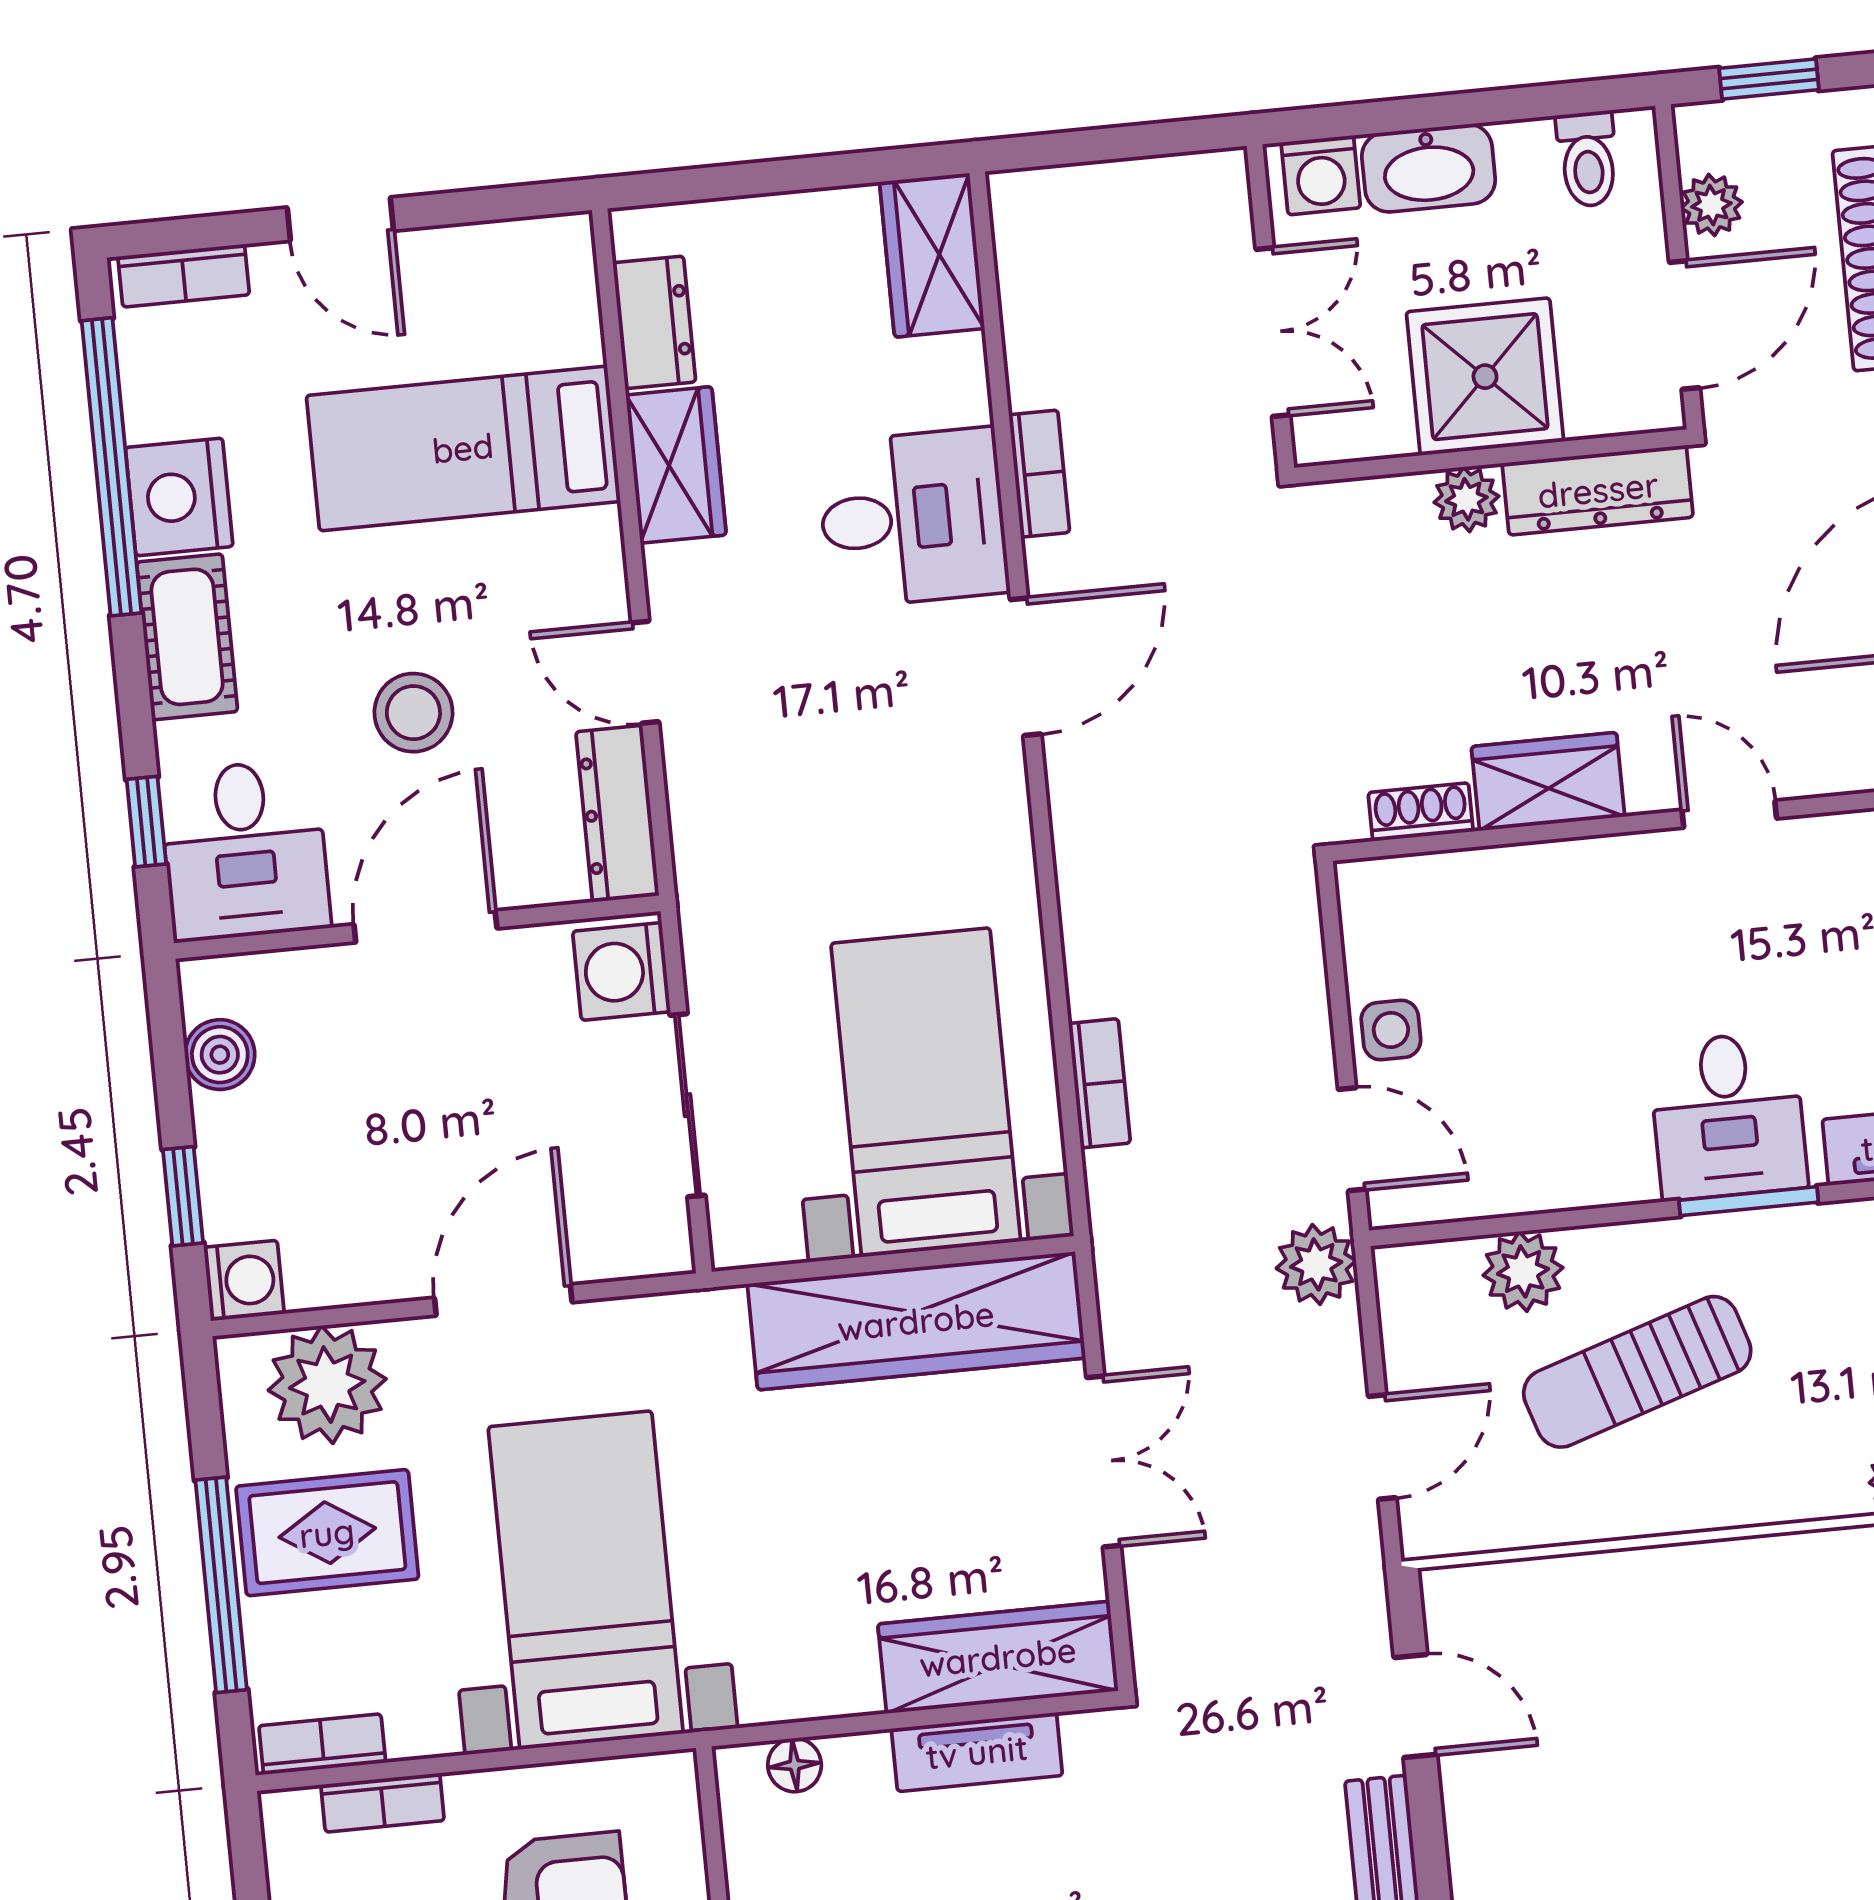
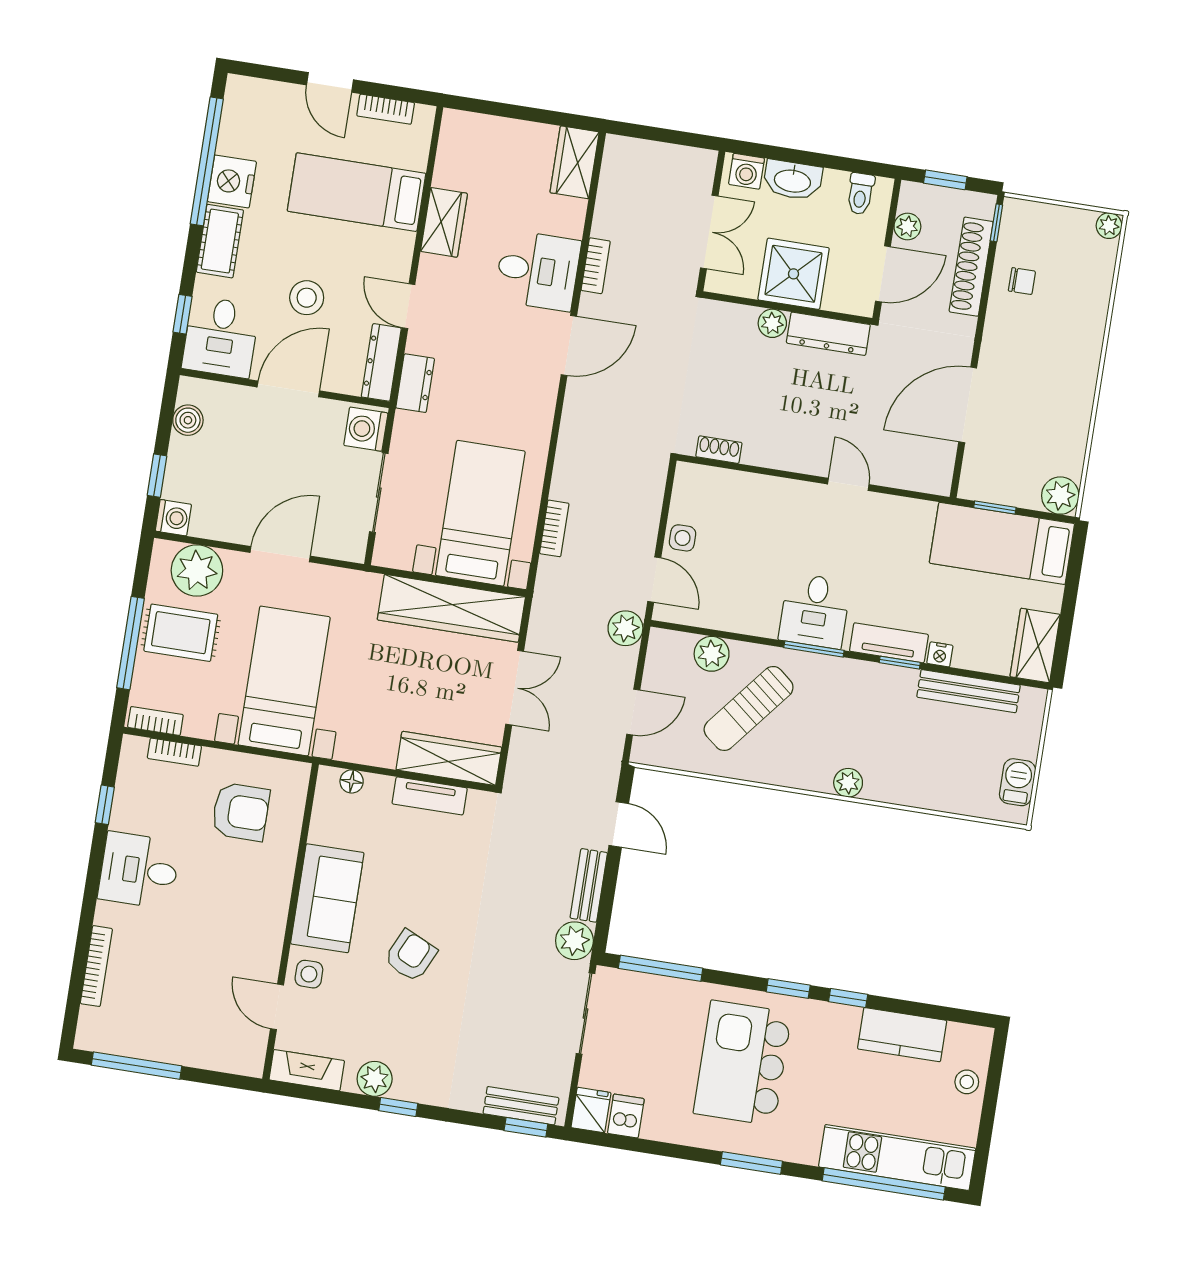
bookcase: (184, 276) -> (386, 109), moved
dresser: (654, 322) -> (415, 383), moved
wardrobe: (1548, 782) -> (776, 451), removed
sun lounger: (1637, 1372) -> (749, 708), turned -33

